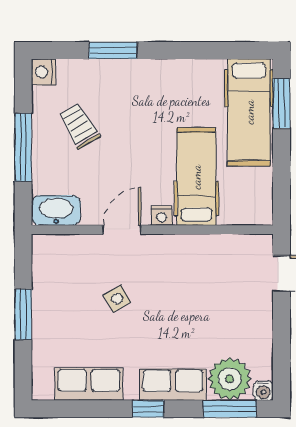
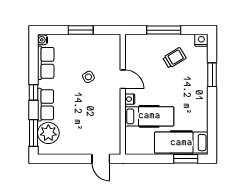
washbasin: (56, 210) -> (132, 47), removed
water cooler: (263, 391) -> (43, 40), moved

